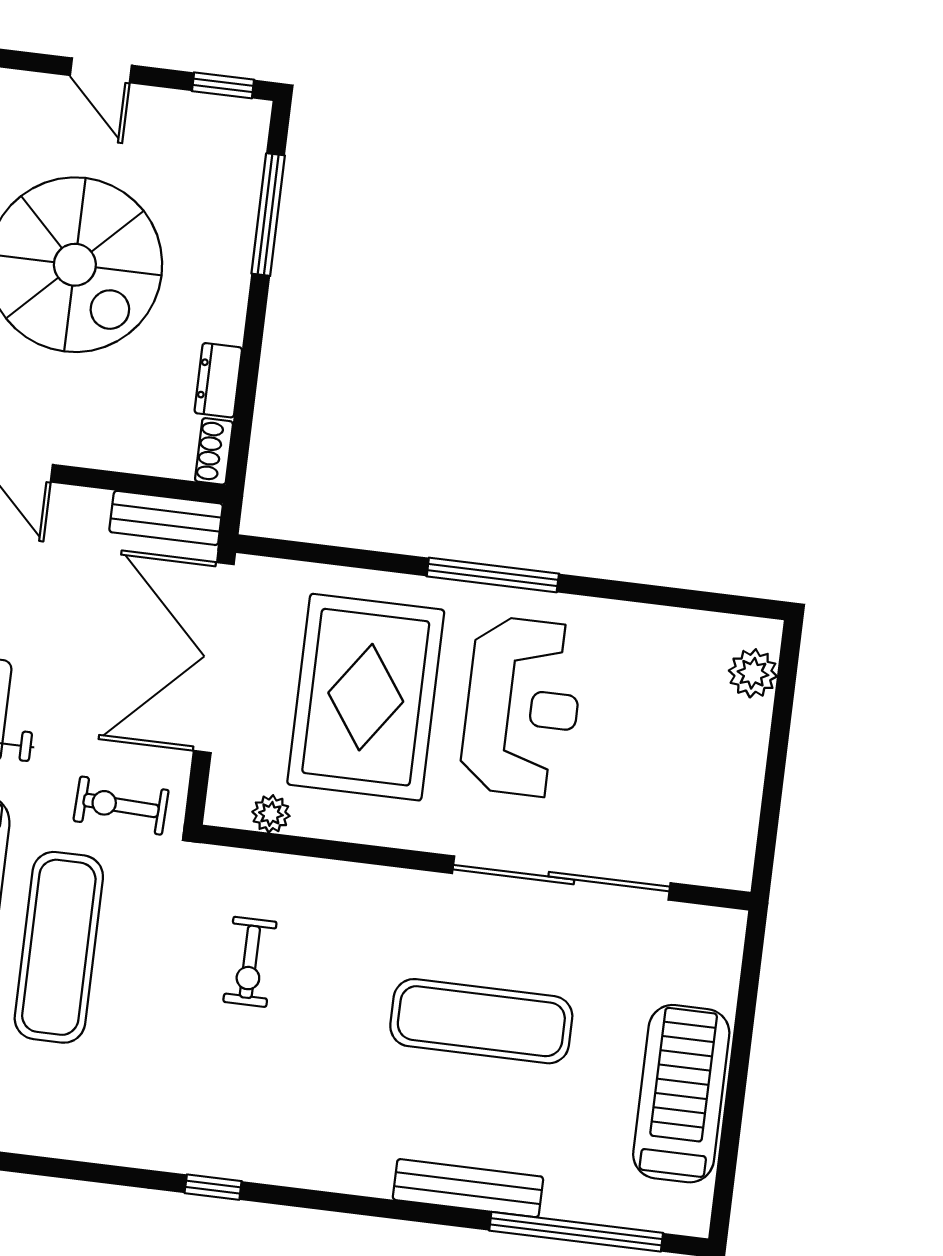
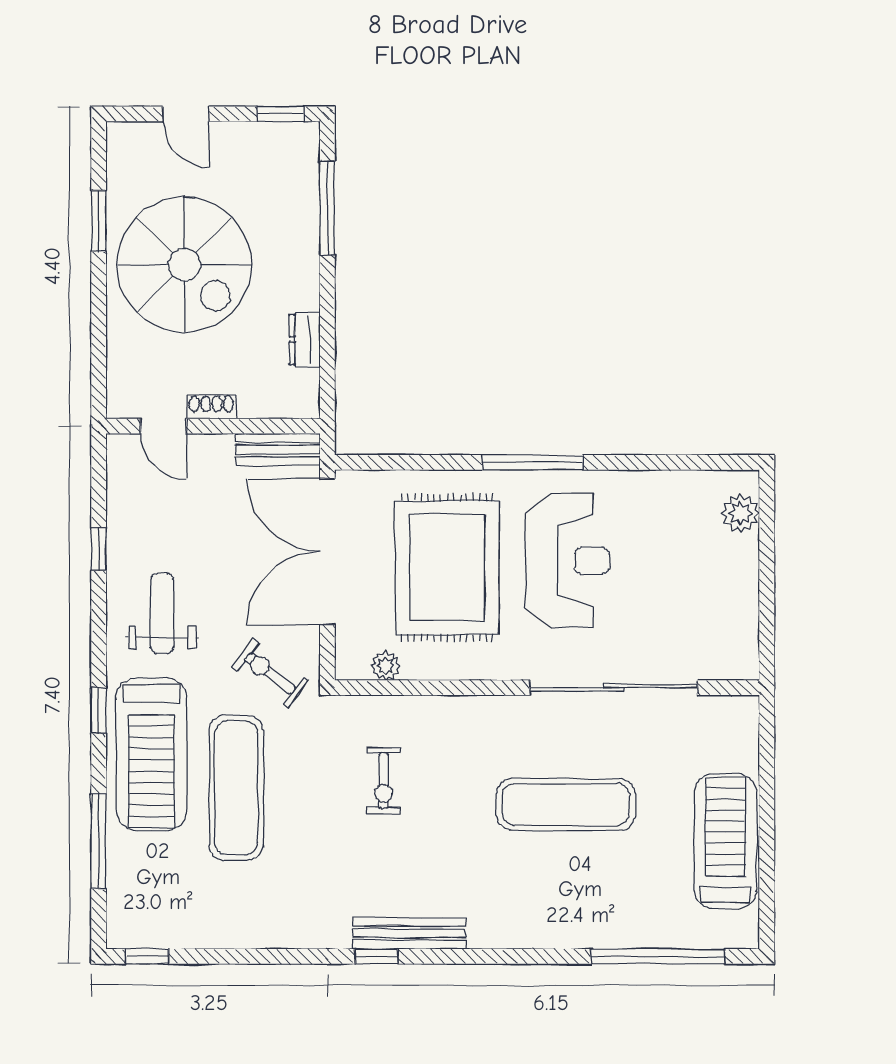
shoe rack: (214, 451) -> (211, 407), moved, turned 90
exercise bike: (121, 806) -> (270, 673), turned 35
bench: (468, 1188) -> (409, 933), moved

